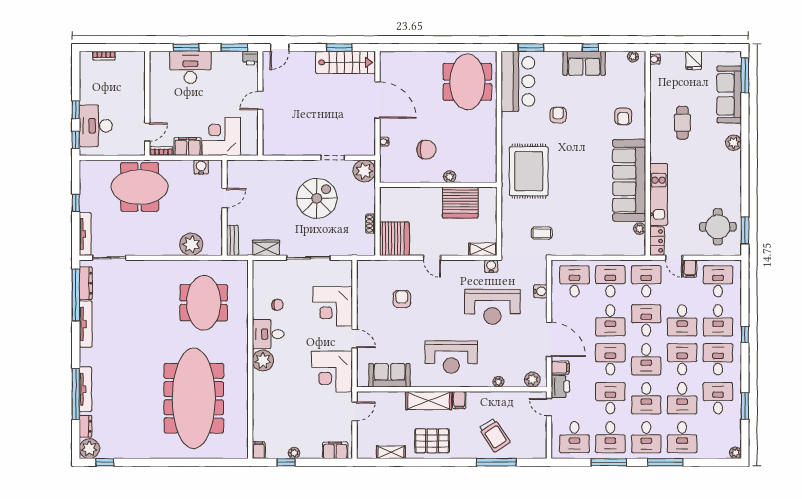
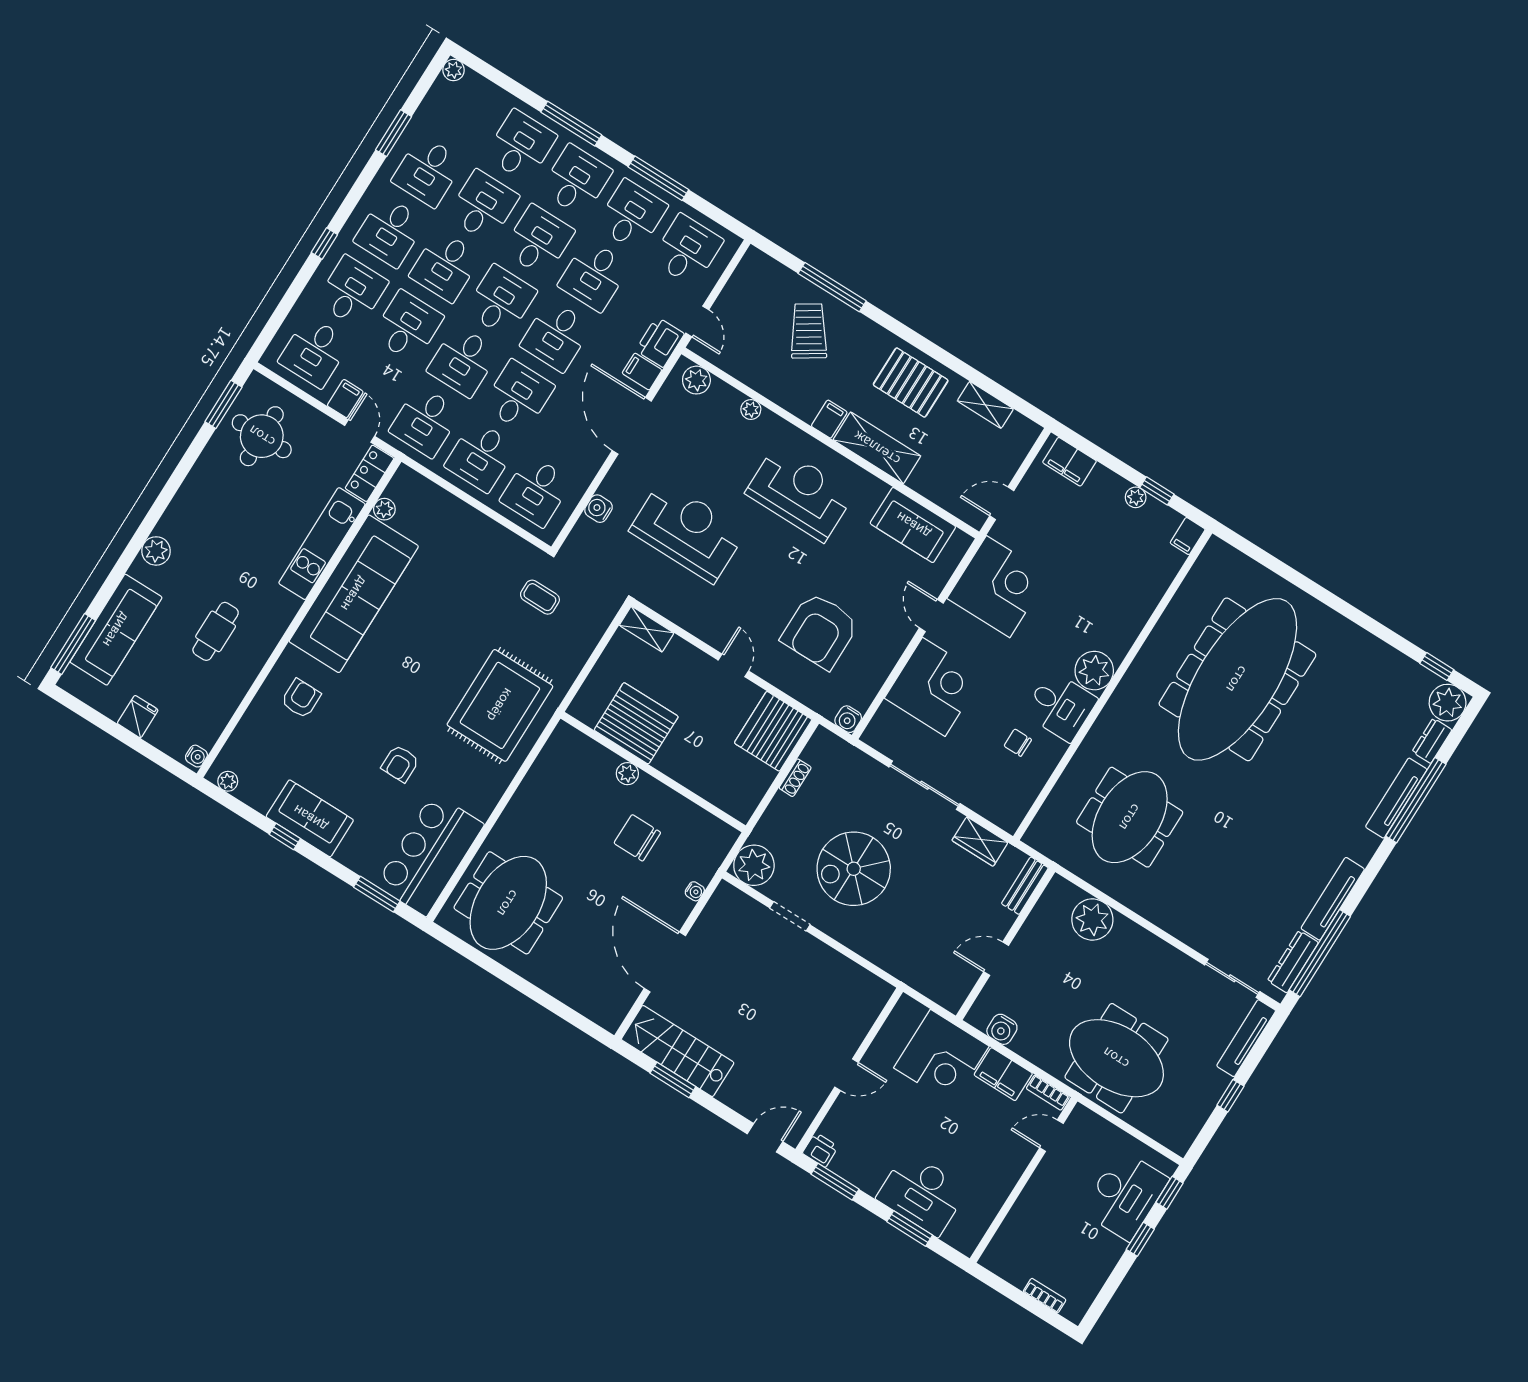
water cooler: (491, 266) -> (848, 719), moved
armchair: (402, 299) -> (820, 631), width x1.88, depth x1.88

